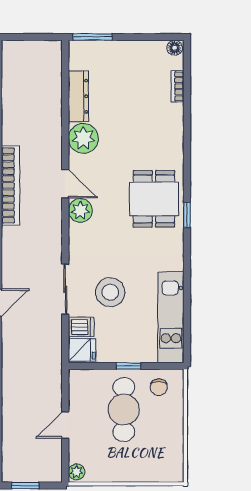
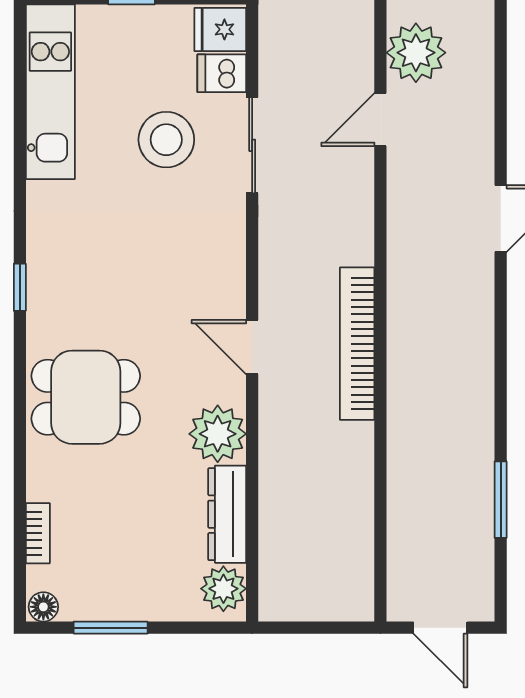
window: (92, 37) -> (111, 628), moved
dining table: (154, 199) -> (86, 397), moved, turned 90
plant: (80, 210) -> (223, 589), moved

